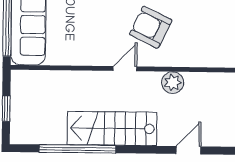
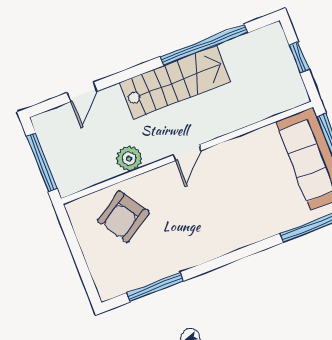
armchair: (151, 27) -> (123, 217), moved, turned 121

